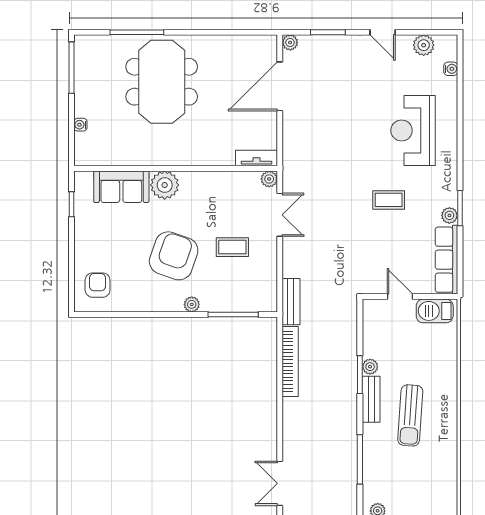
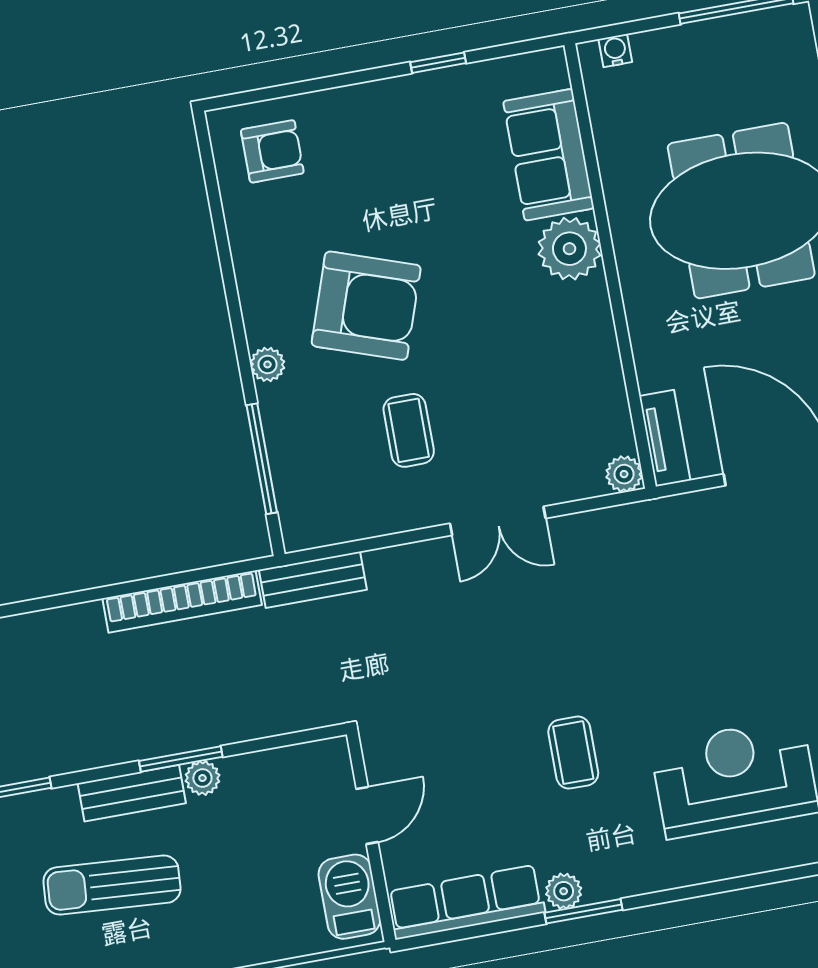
tv unit: (257, 158) -> (665, 438), moved
wall: (176, 168) -> (610, 266), moved
plant: (269, 179) -> (624, 474), moved
plant: (165, 185) -> (569, 249), moved
sofa: (121, 187) -> (549, 155), moved

